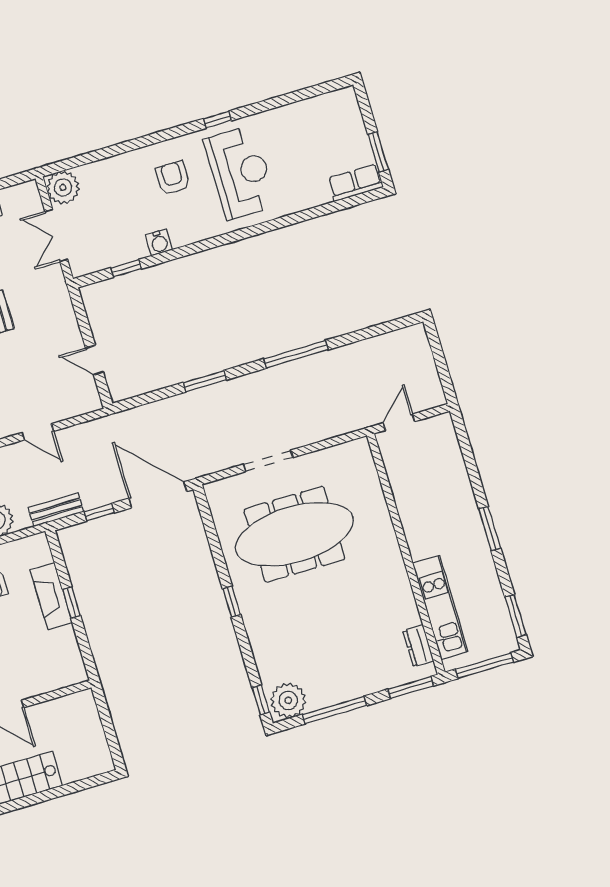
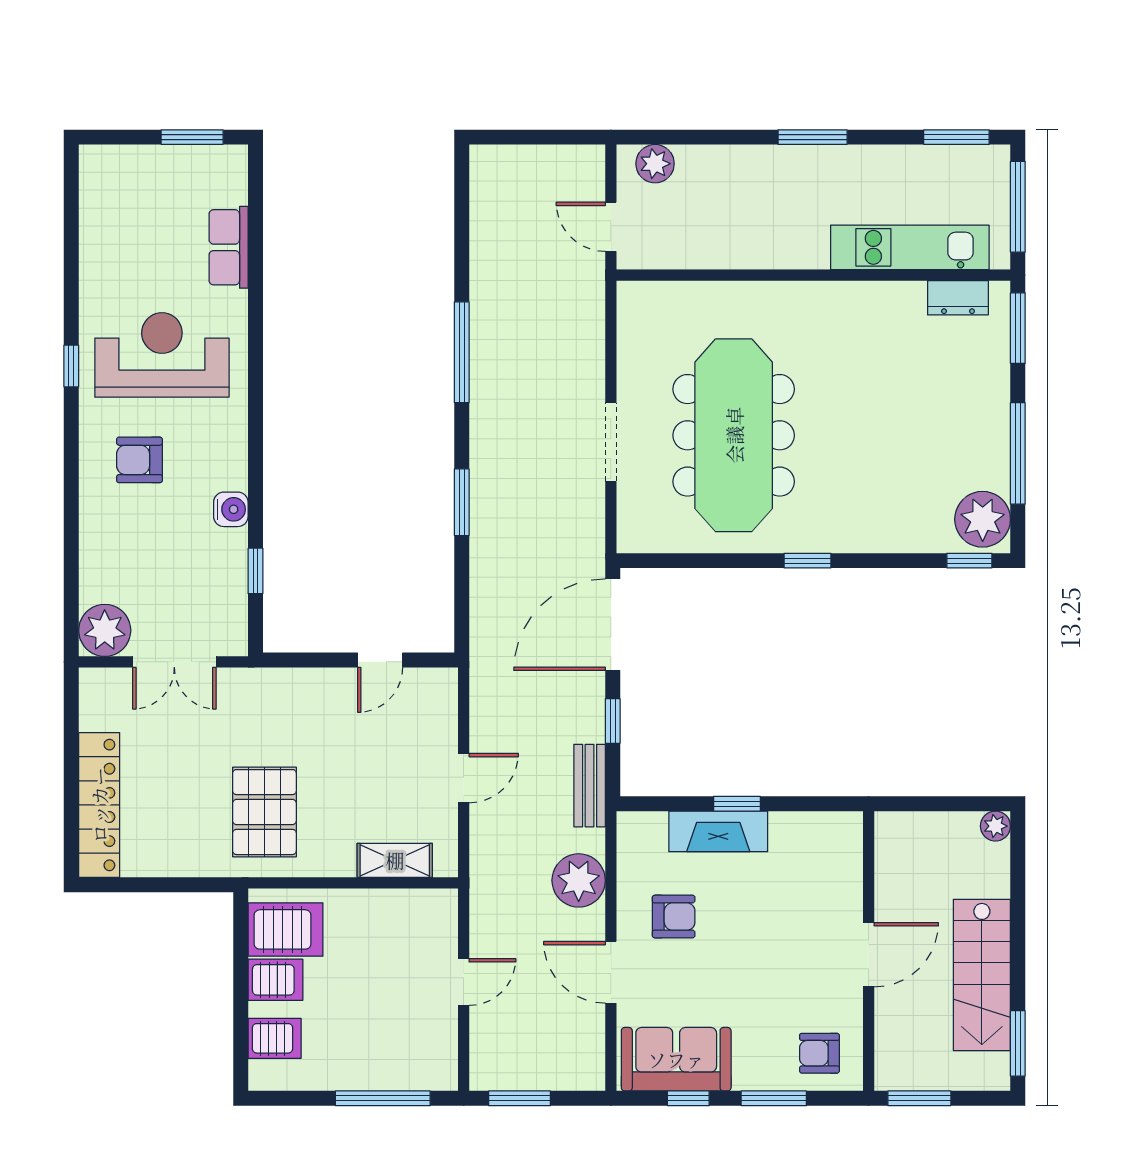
row of seats: (355, 183) -> (229, 247), moved
plant: (445, 438) -> (655, 164), added
plant: (104, 763) -> (995, 826), added

